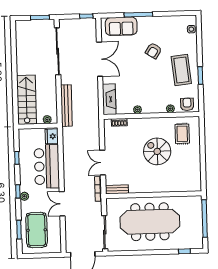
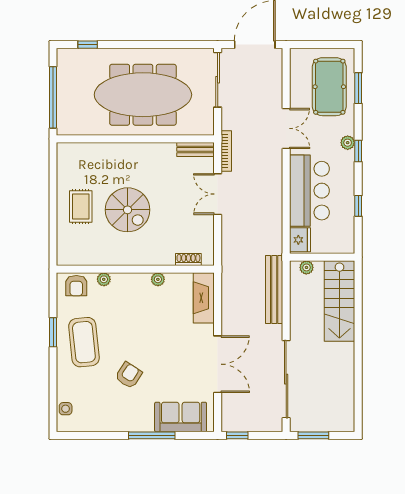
double door: (100, 59) -> (218, 364), swing flipped
rug: (182, 134) -> (81, 207), moved
double door: (103, 163) -> (218, 194), swing flipped

